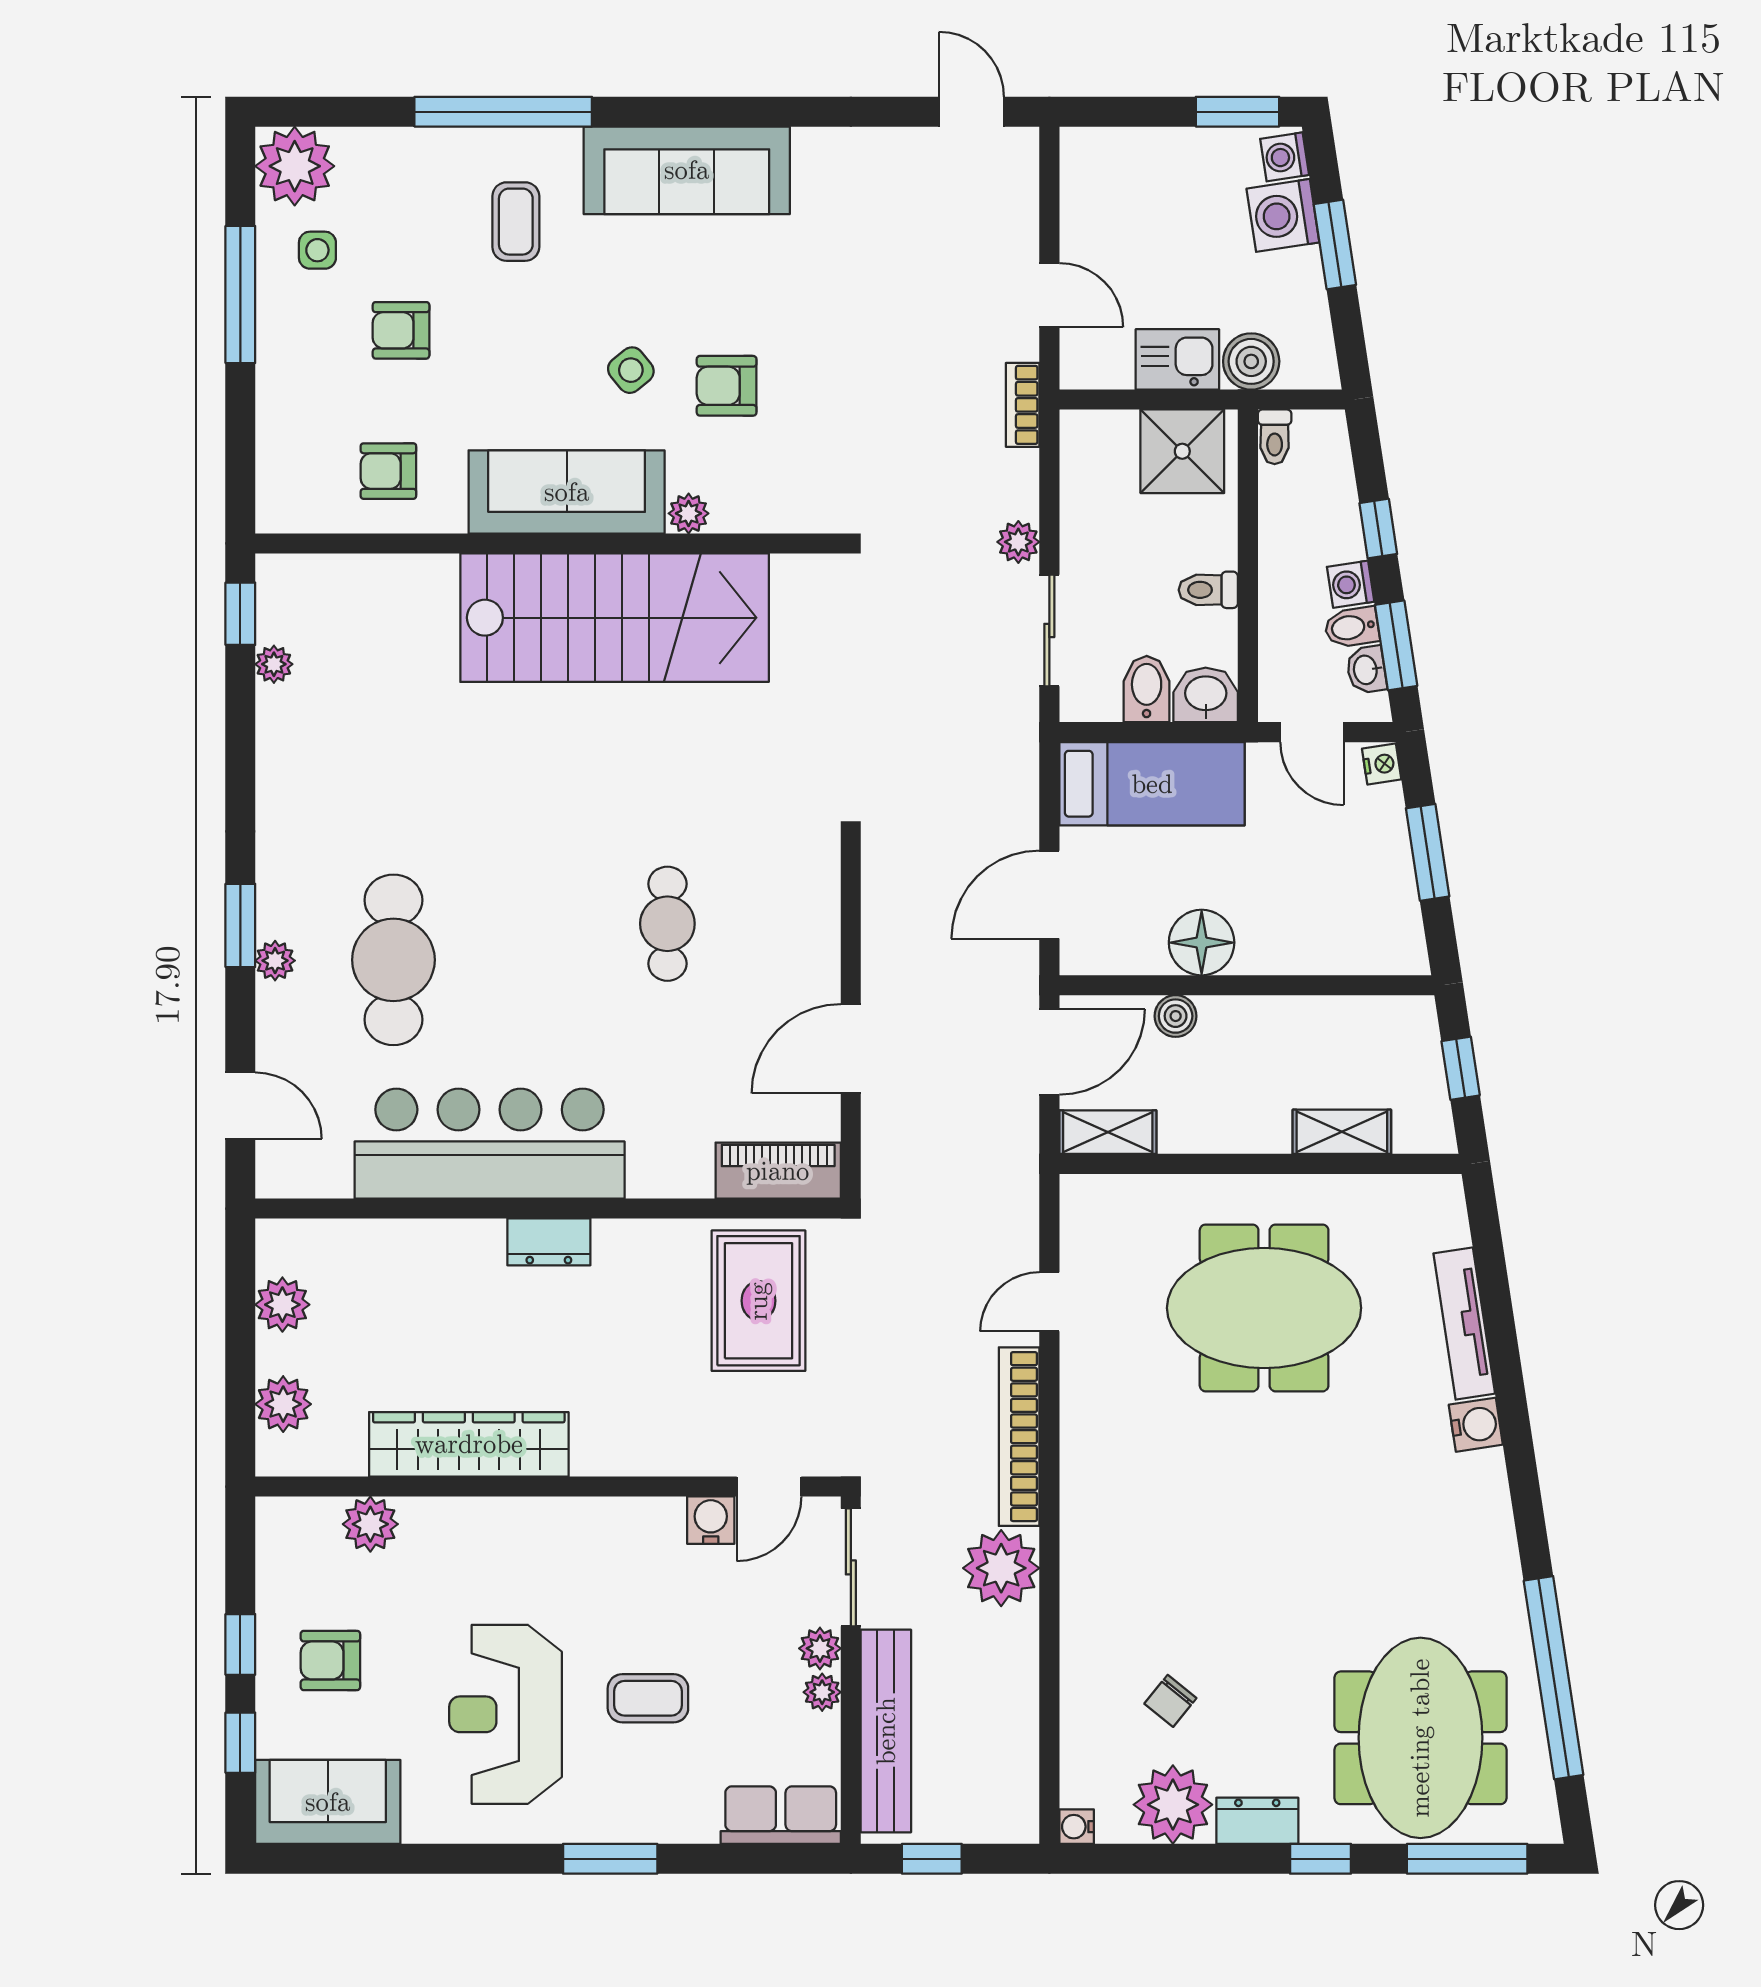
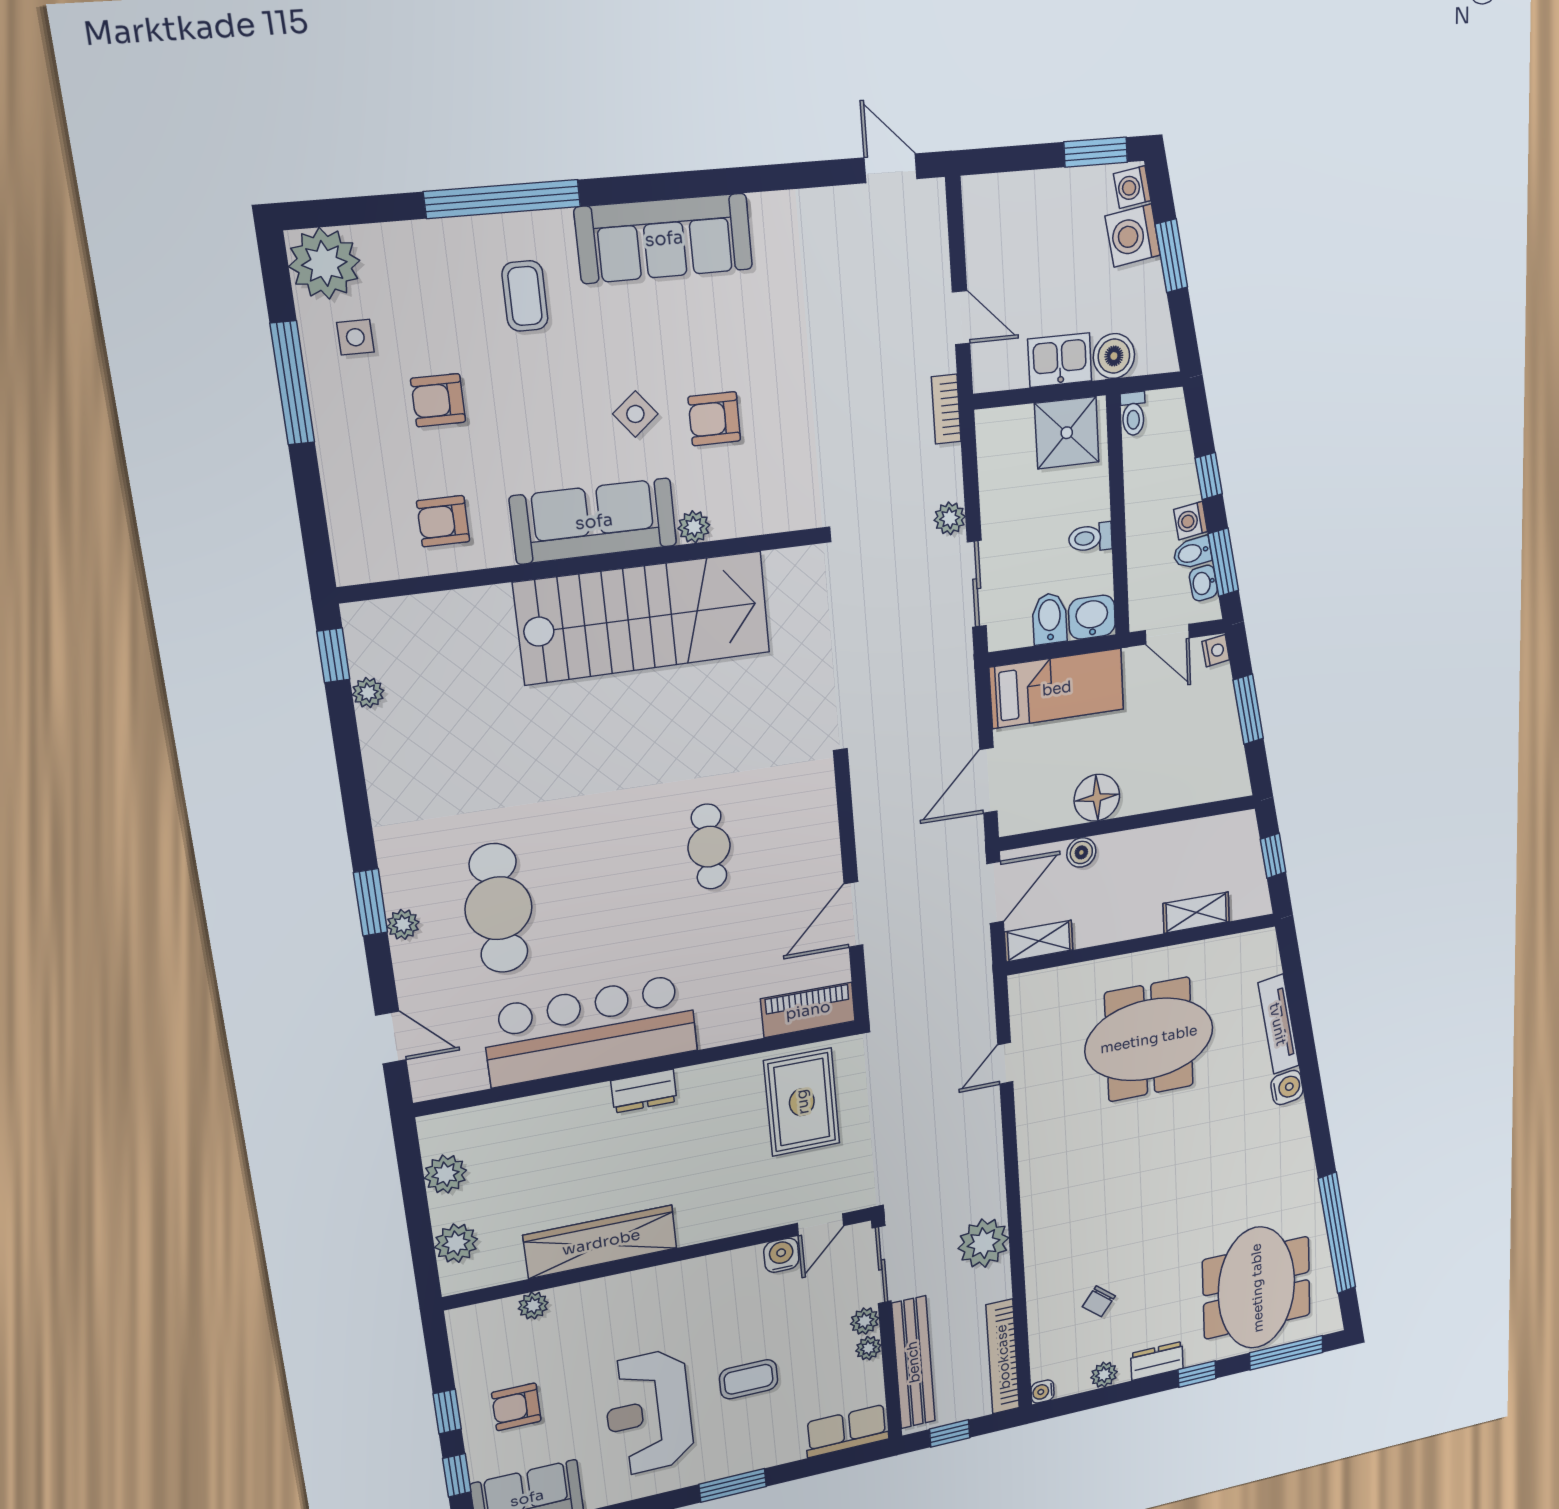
bookcase: (1019, 1437) -> (1003, 1357), moved
plant: (370, 1524) -> (533, 1306), width x0.73, depth x0.73
plant: (1173, 1805) -> (1104, 1375), width x0.53, depth x0.53

